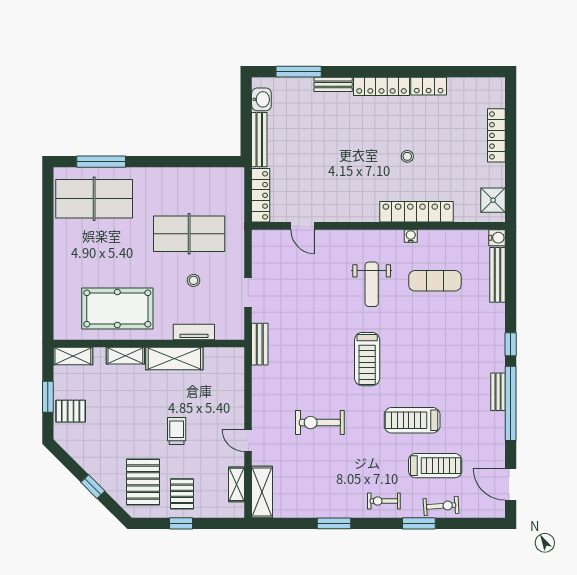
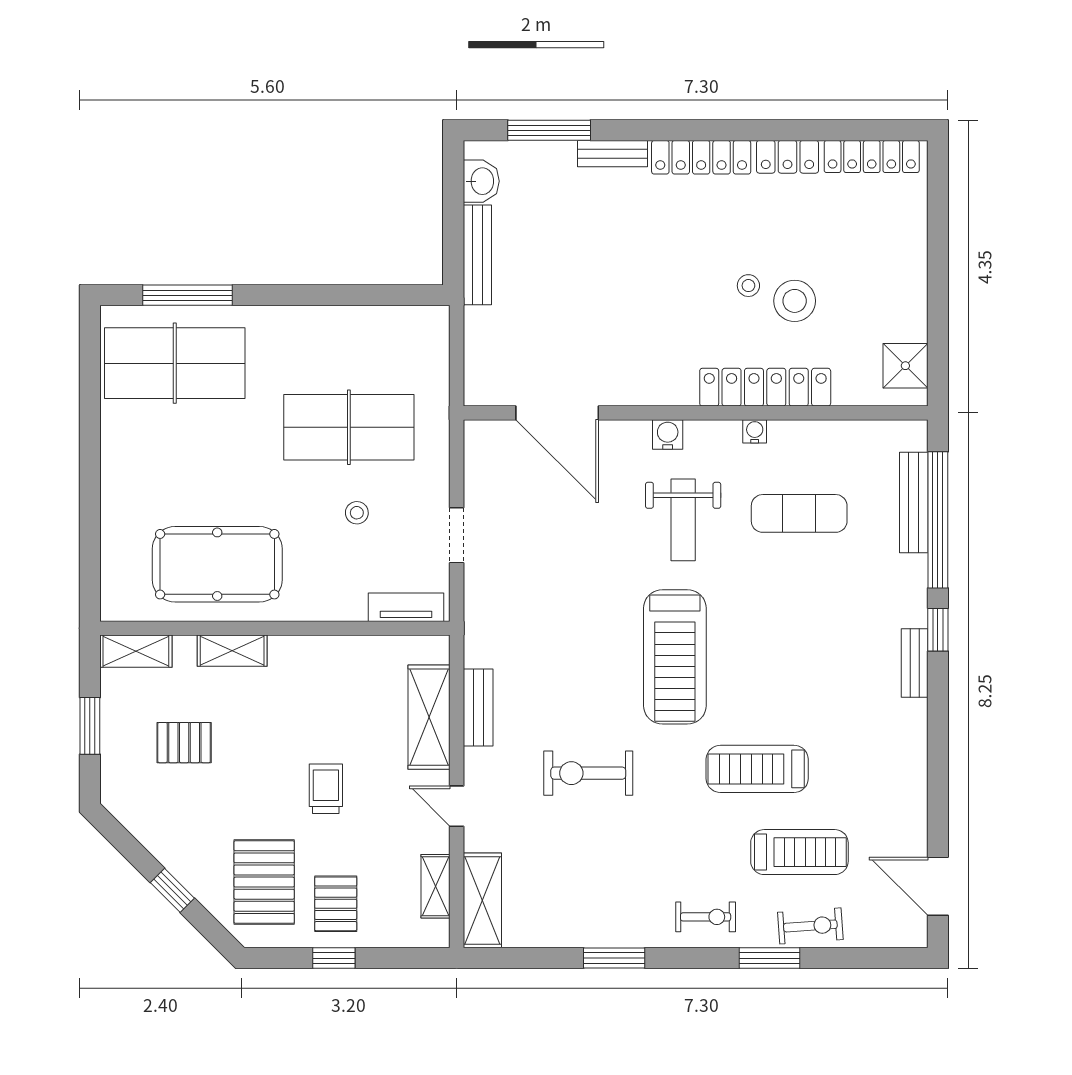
locker: (496, 135) -> (872, 157), moved, turned -90
stool: (433, 165) -> (795, 301), added
locker: (261, 195) -> (480, 357), removed
door: (303, 226) -> (557, 413), width x1.88
water cooler: (497, 238) -> (668, 435), moved, turned -90
tv unit: (194, 332) -> (406, 607), moved
bench: (260, 344) -> (478, 708), moved
shelving: (174, 359) -> (429, 717), moved, turned 90
treadmill: (367, 359) -> (675, 657), width x1.37, depth x1.38
bench: (498, 392) -> (915, 663), moved
window: (511, 403) -> (938, 520), moved
pallet: (71, 411) -> (184, 743), moved
exercise bike: (384, 501) -> (706, 917), turned 180

